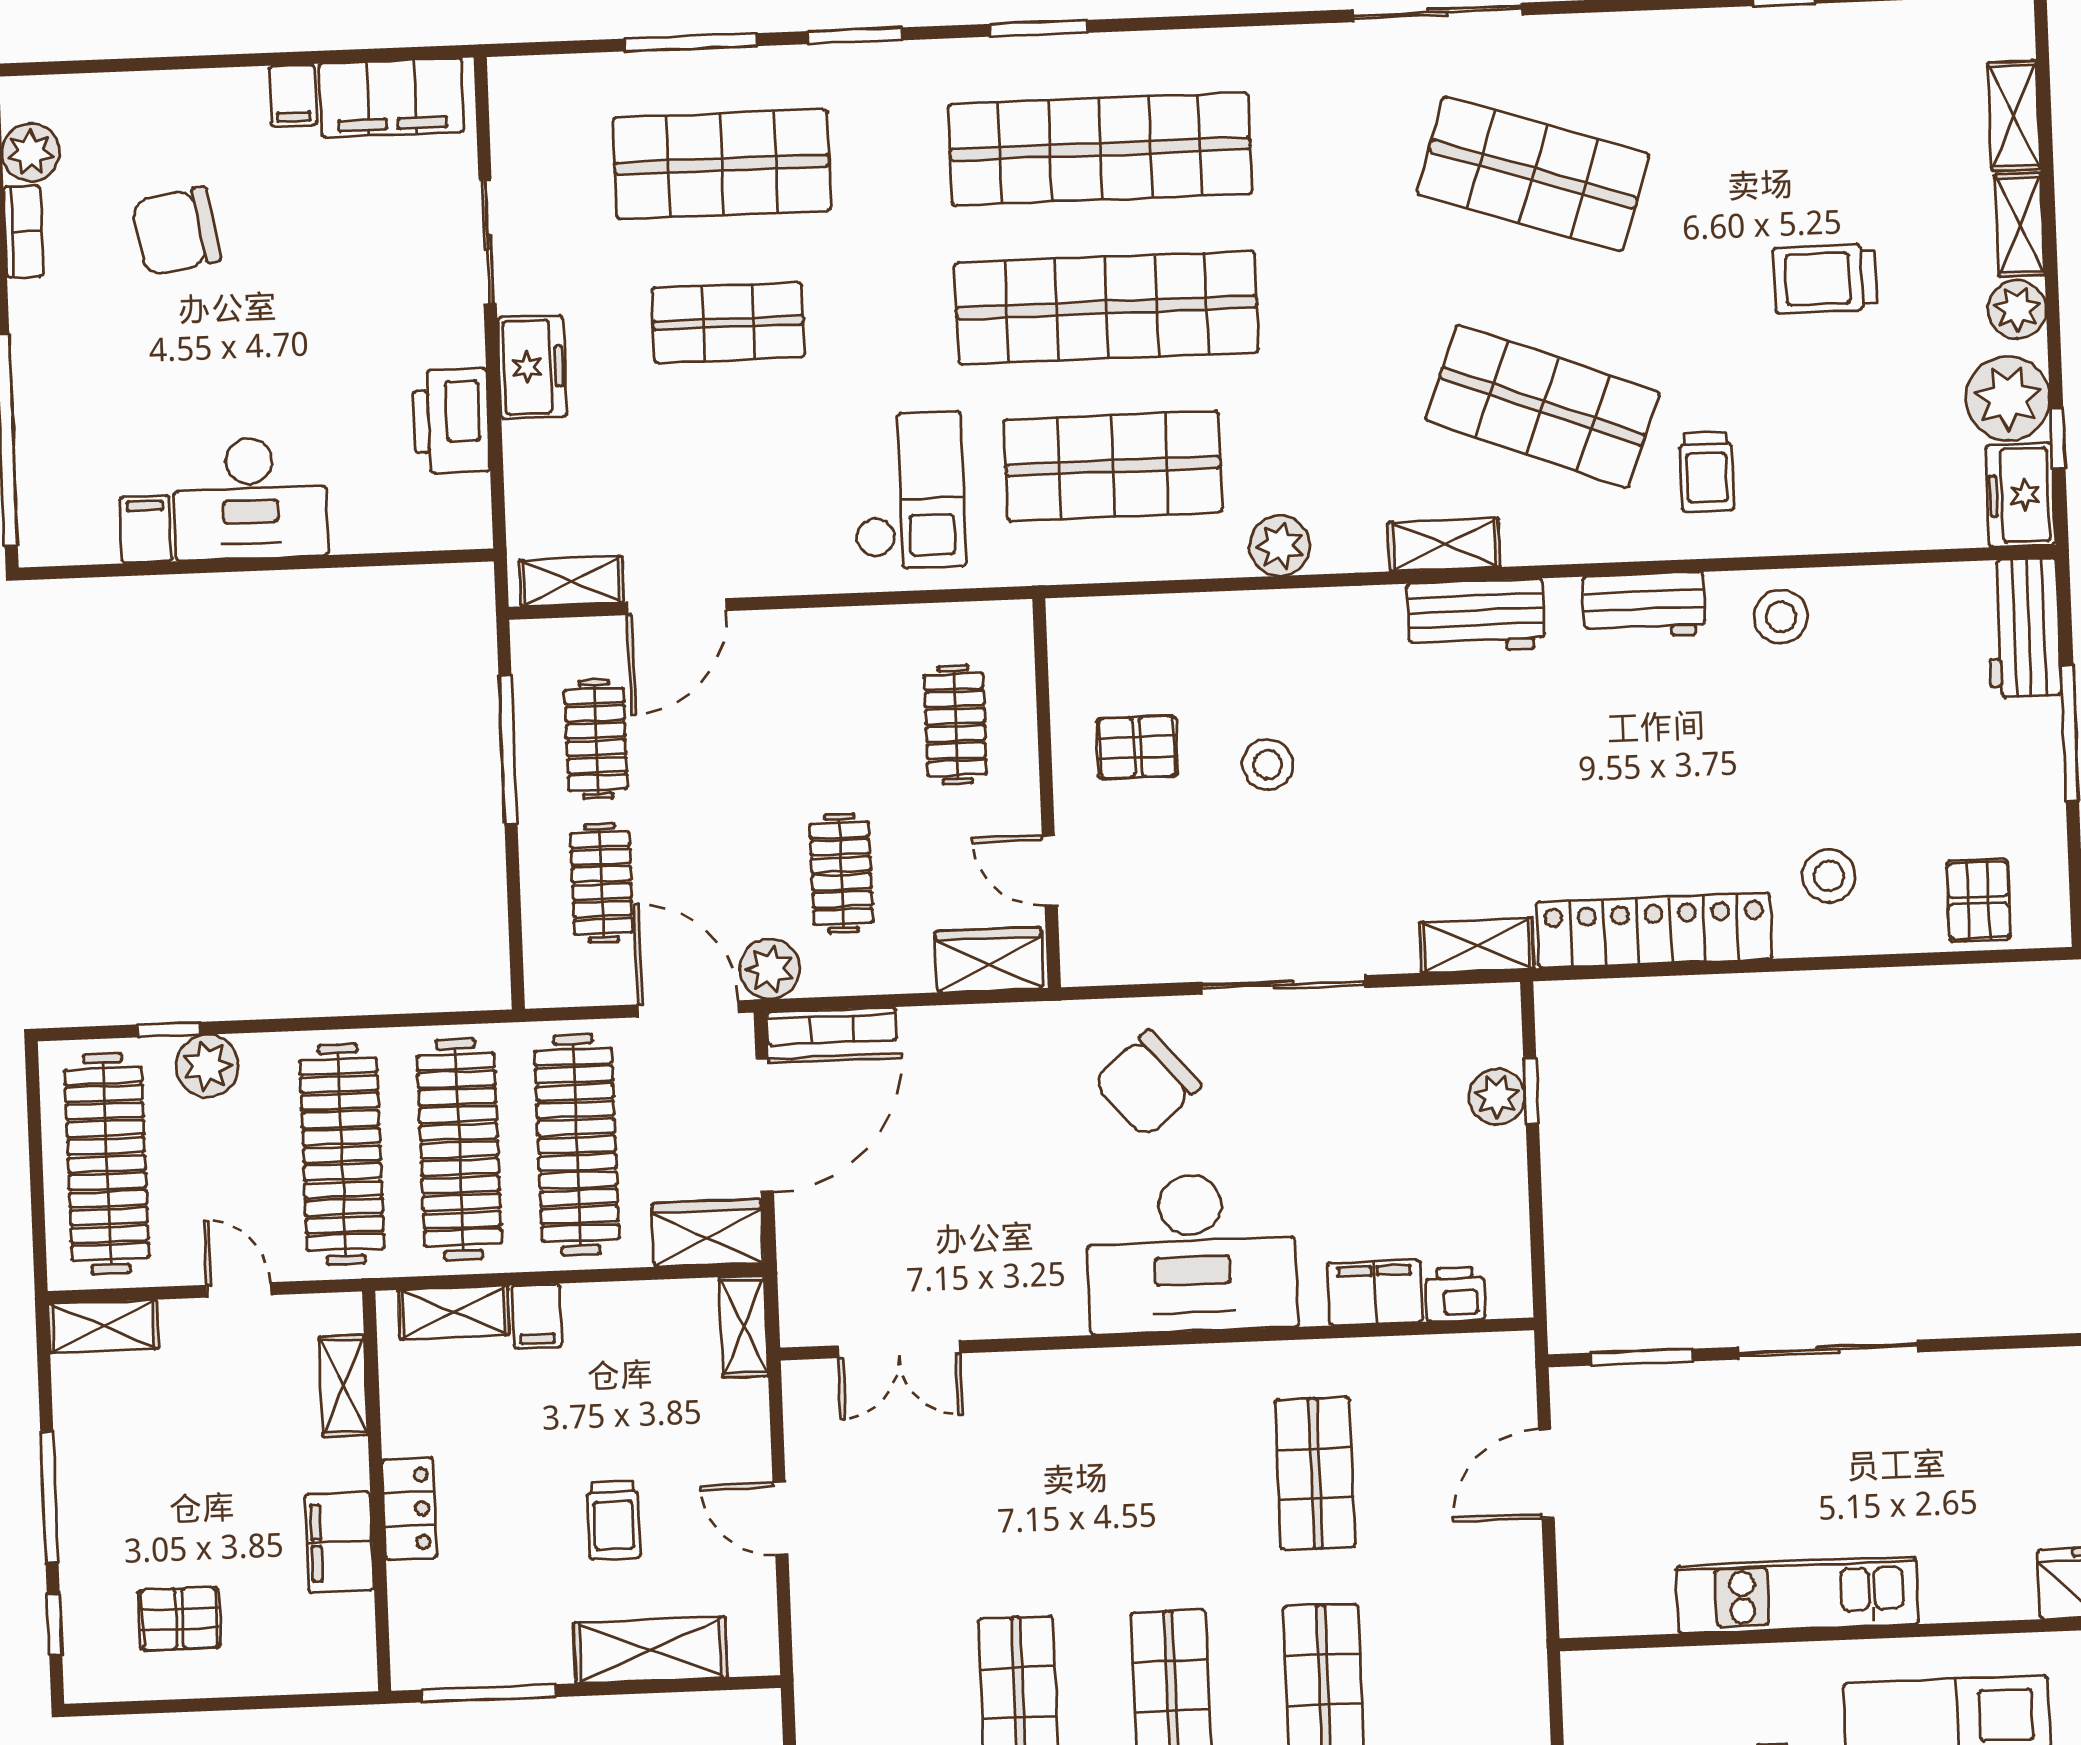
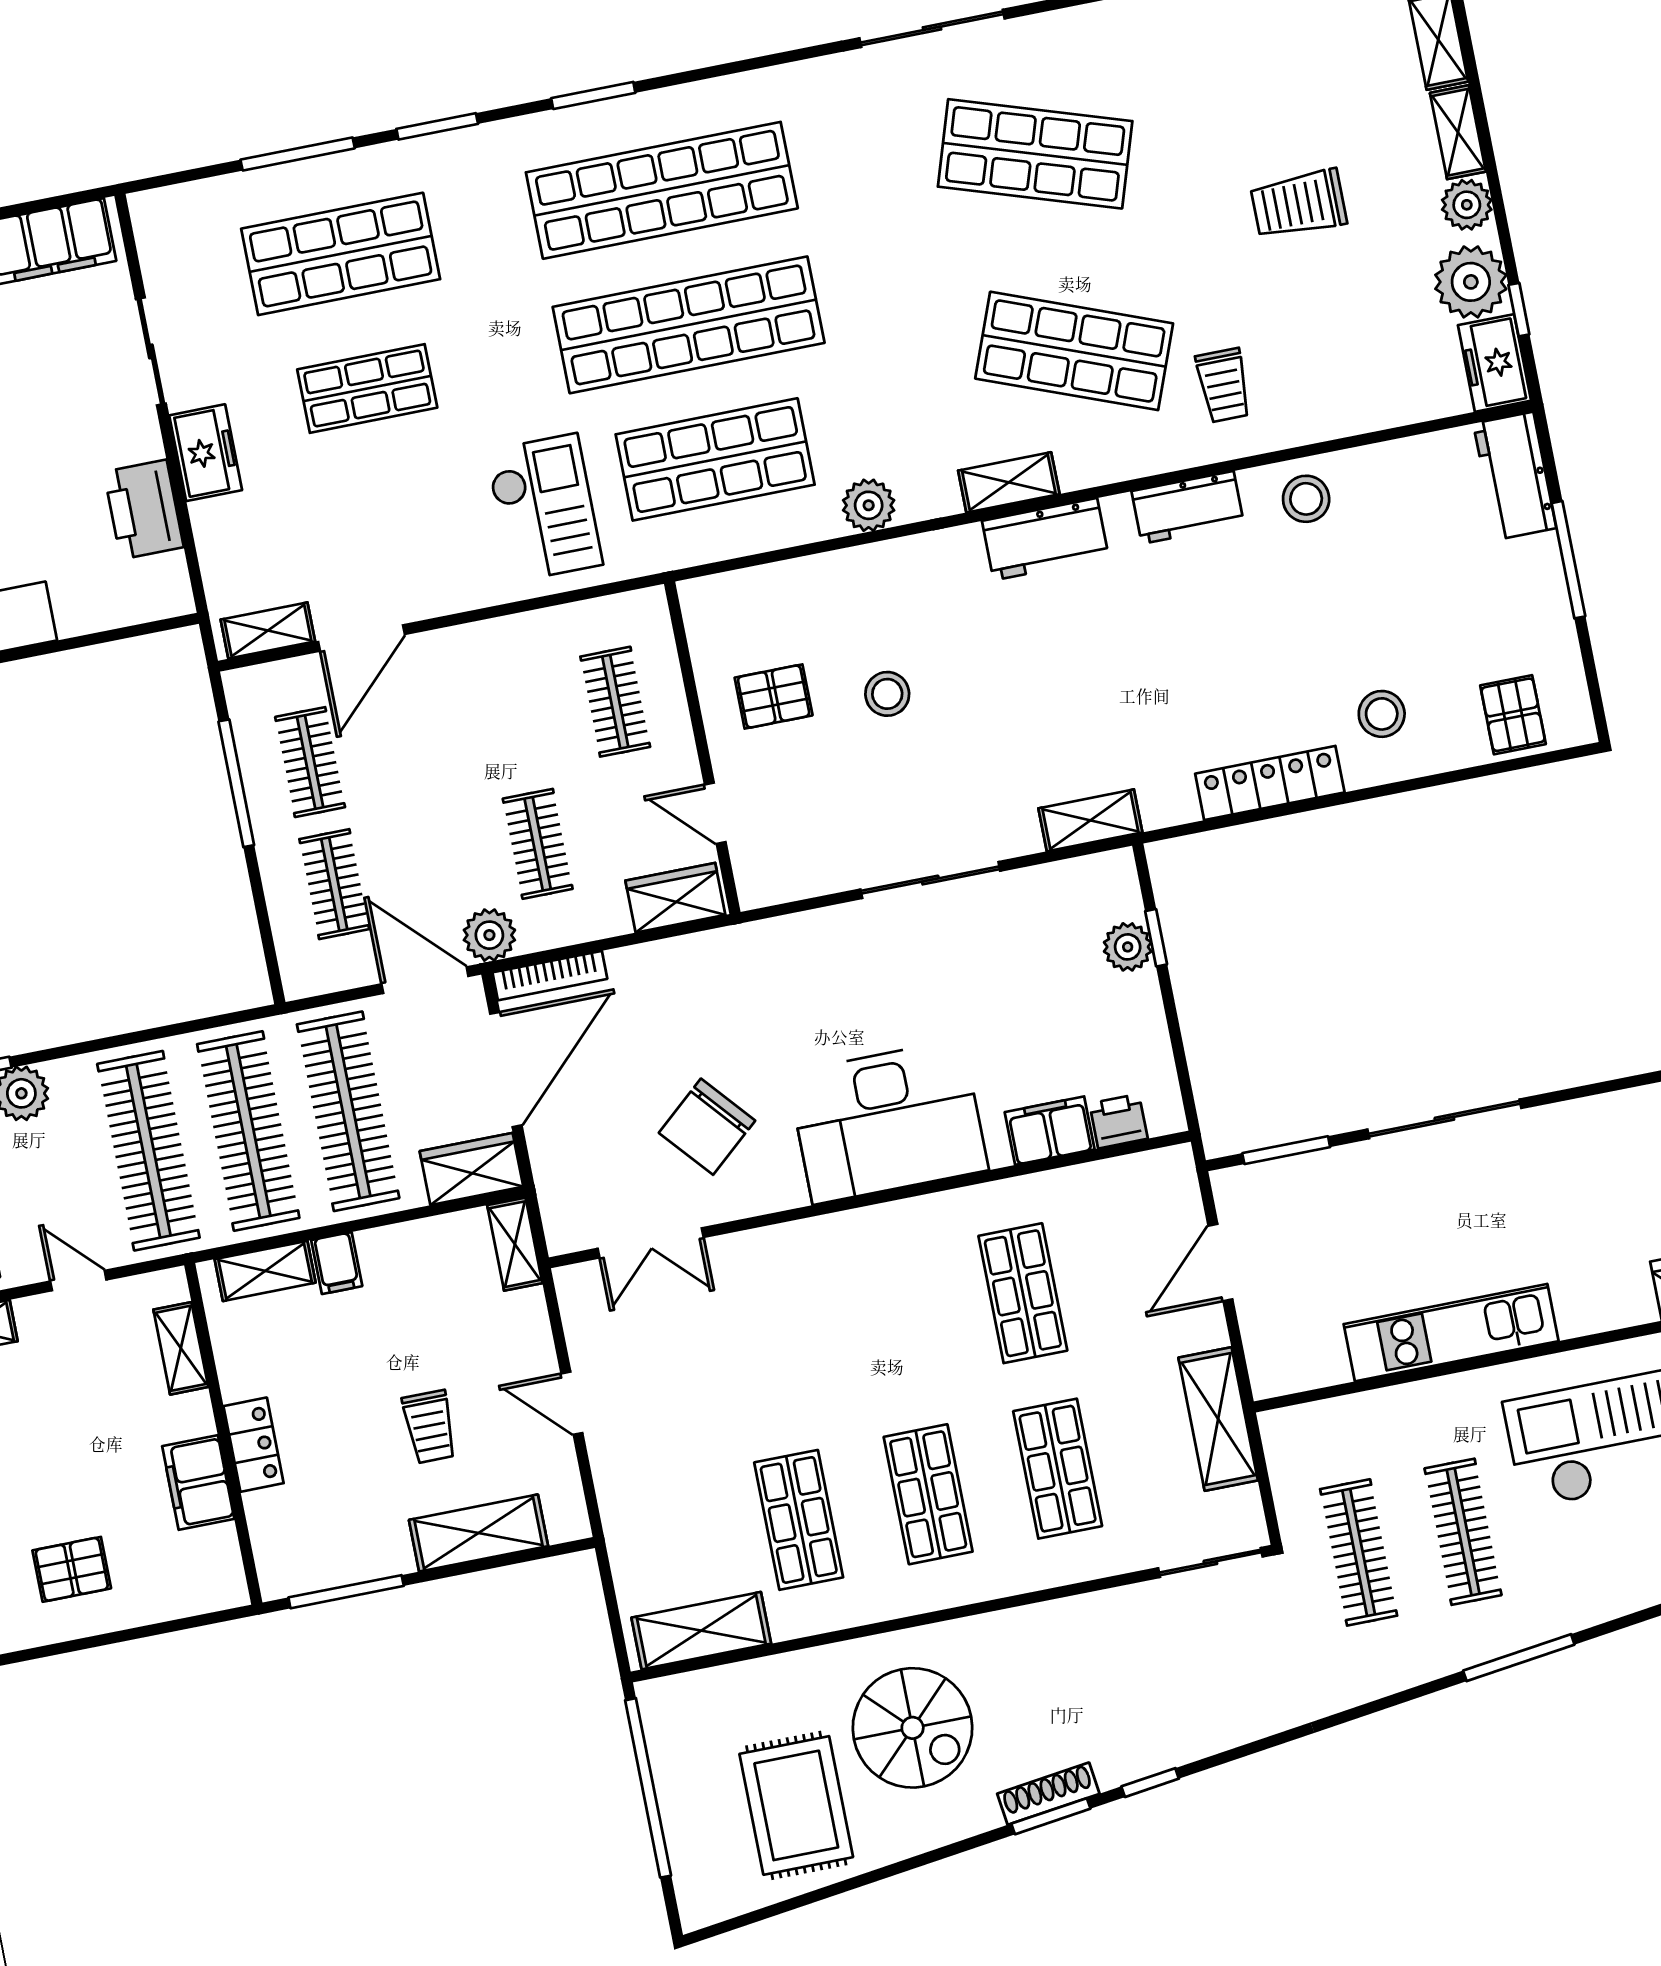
locker: (1654, 930) -> (1270, 783), width x0.71, depth x0.83
chair: (1147, 1084) -> (707, 1127), moved
shelving: (1516, 1652) -> (1218, 1419), added

